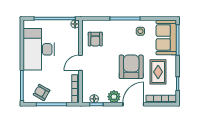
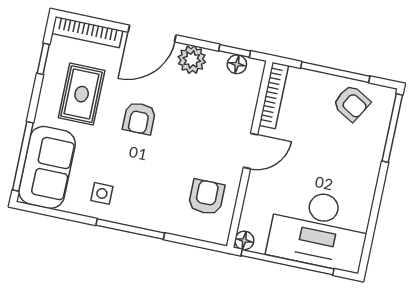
desk: (39, 49) -> (319, 229), moved, turned 90
armchair: (131, 67) -> (139, 118), width x0.53, depth x0.53

